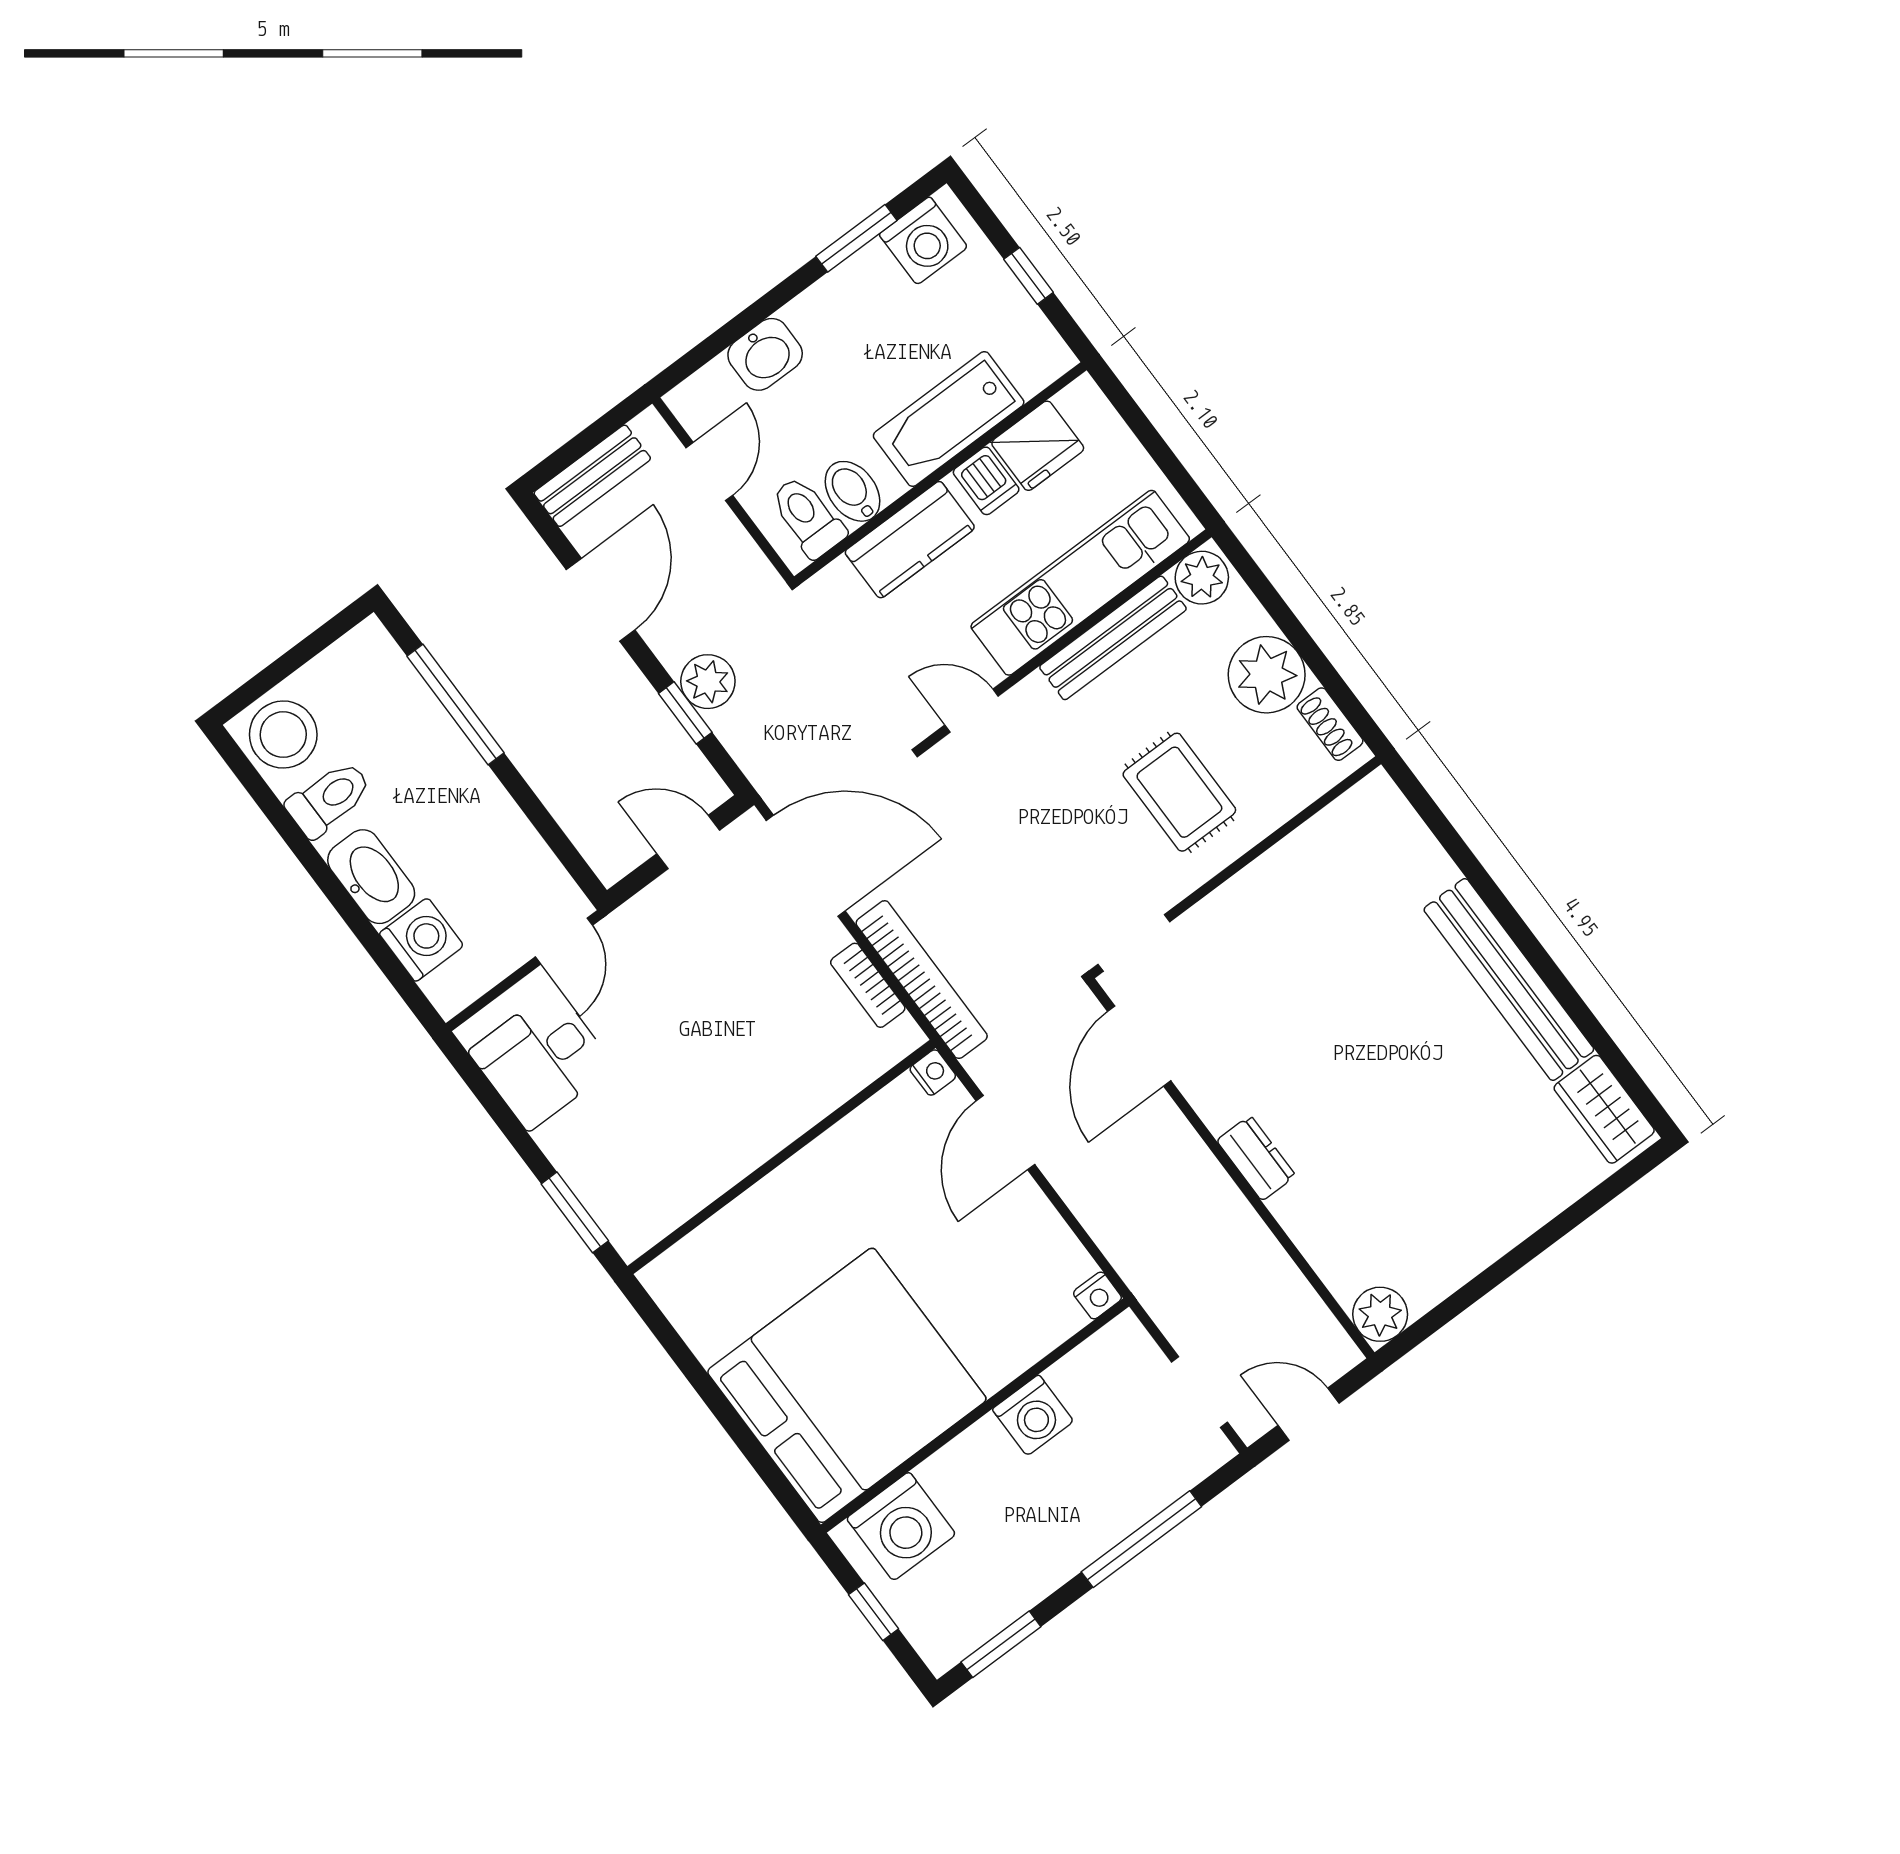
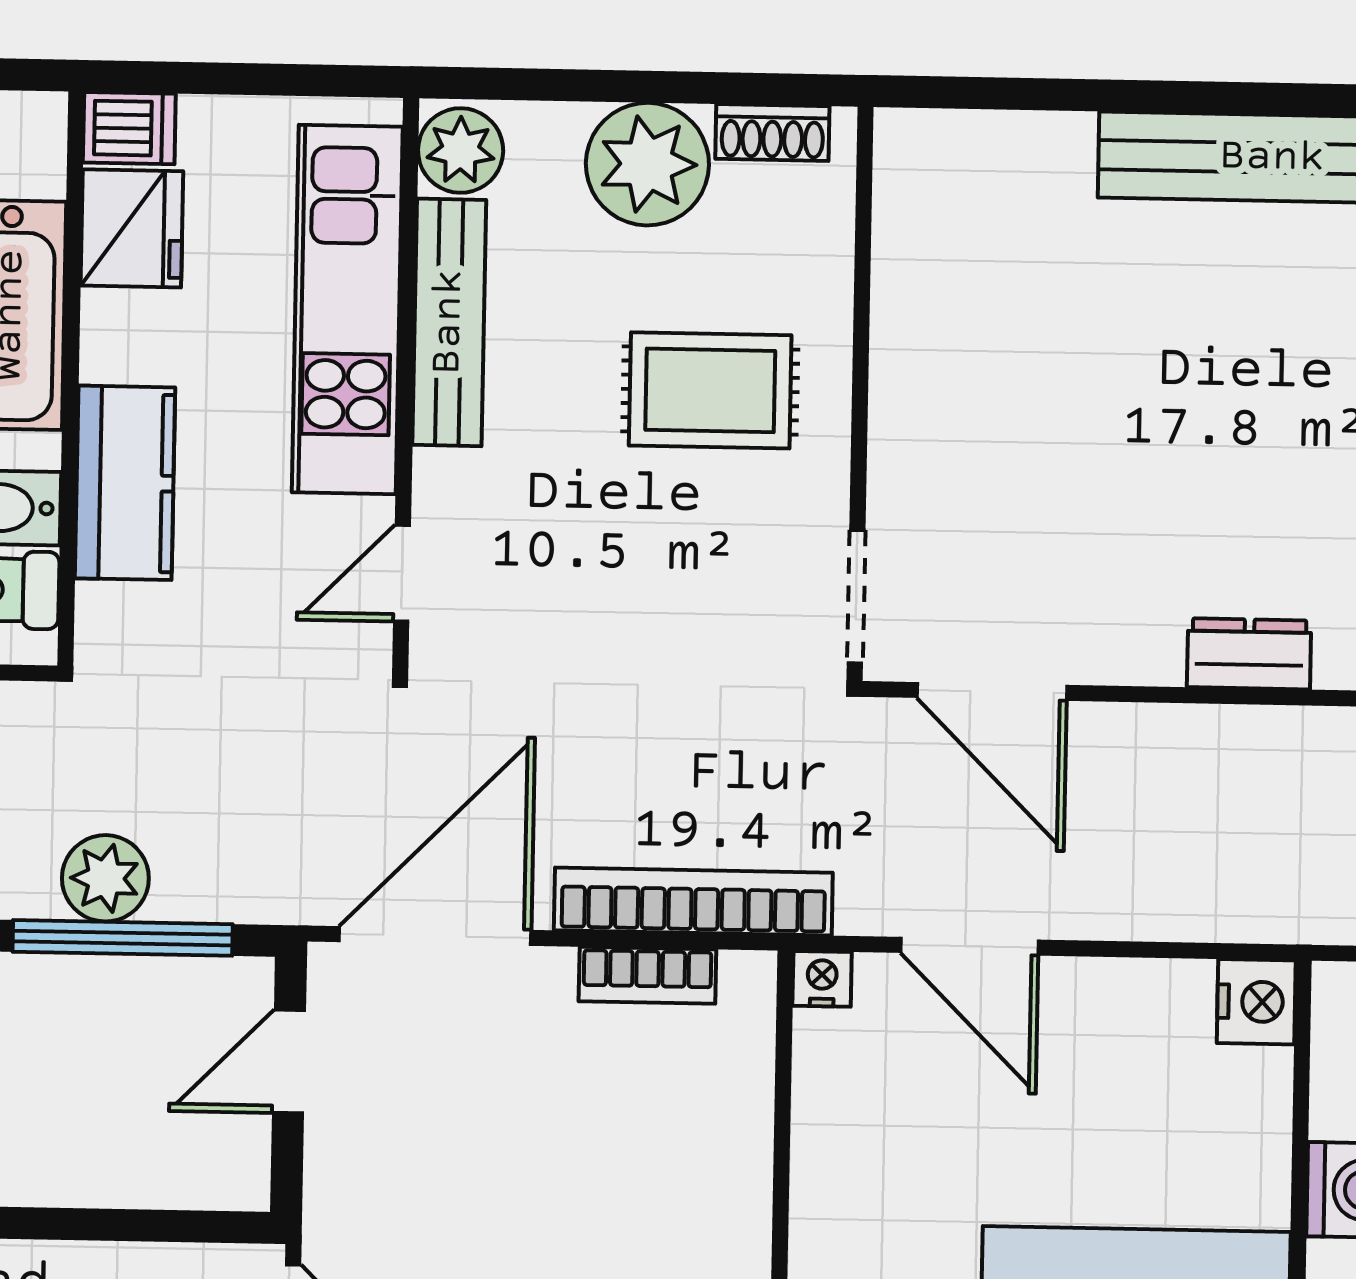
dishwasher: (986, 481) -> (129, 128), moved
window: (685, 713) -> (123, 938), width x2.17
nightstand: (1097, 1295) -> (1256, 1002), width x1.39, depth x1.35

